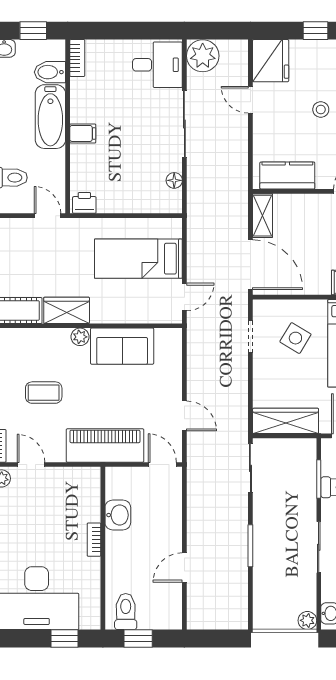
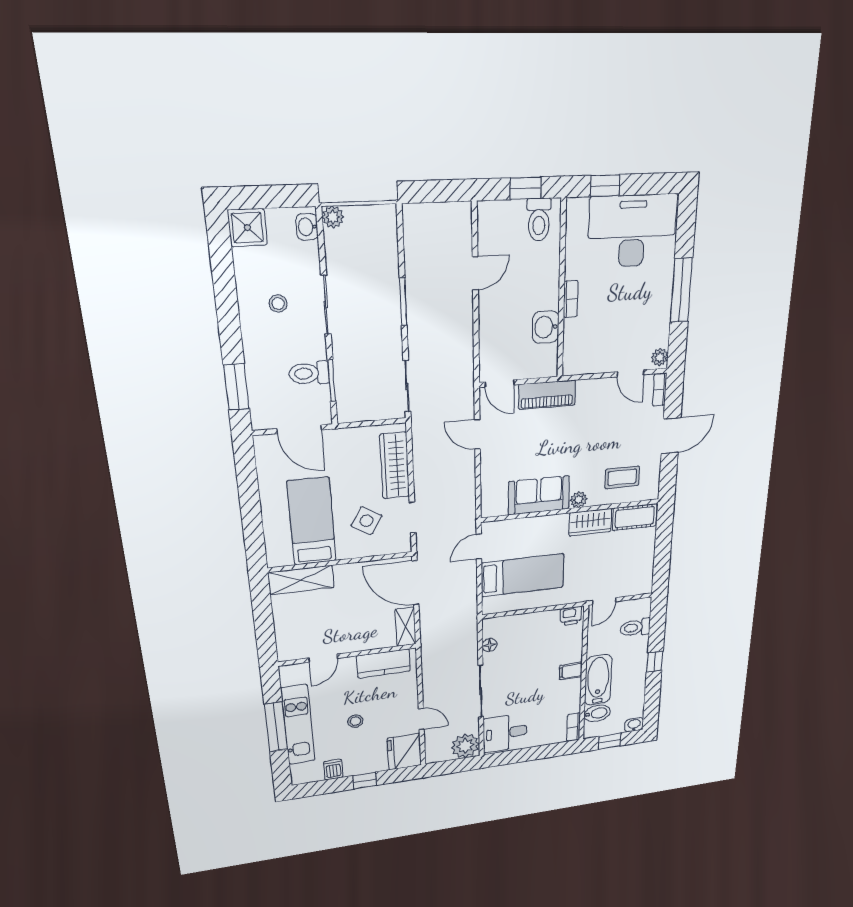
door: (47, 216) -> (604, 601), hinge flipped
coffee table: (44, 393) -> (622, 477), moved
wardrobe: (286, 421) -> (395, 466), moved, turned 90
piano: (105, 445) -> (547, 395), width x0.73, depth x0.75

